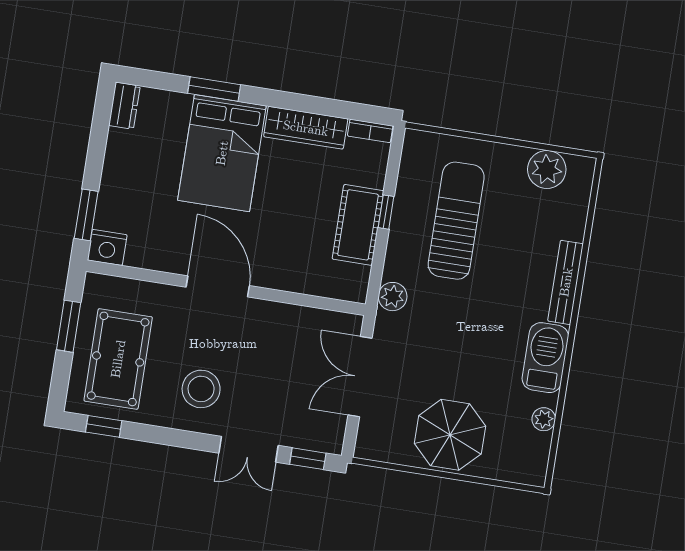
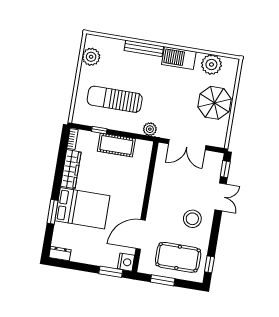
window: (386, 212) -> (99, 130), moved
door: (218, 286) -> (141, 234), moved
plant: (544, 419) -> (211, 64), width x1.87, depth x1.87

